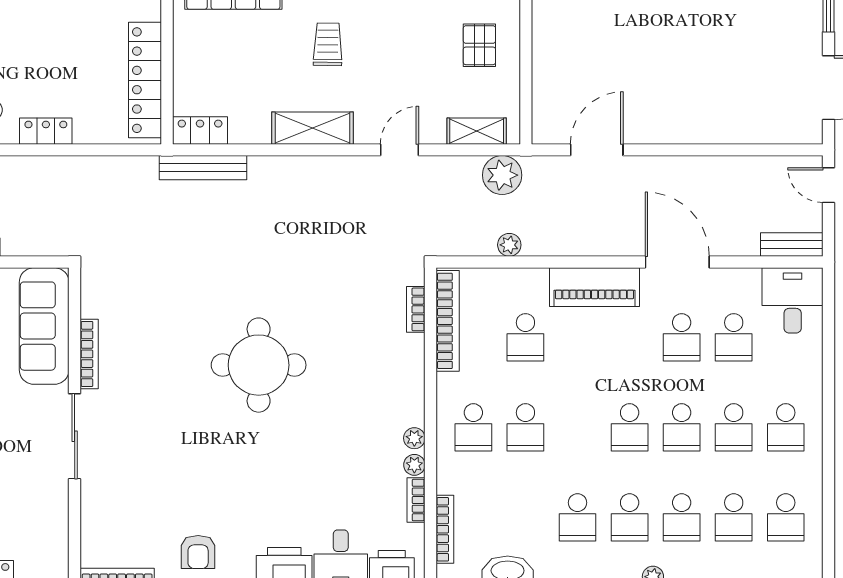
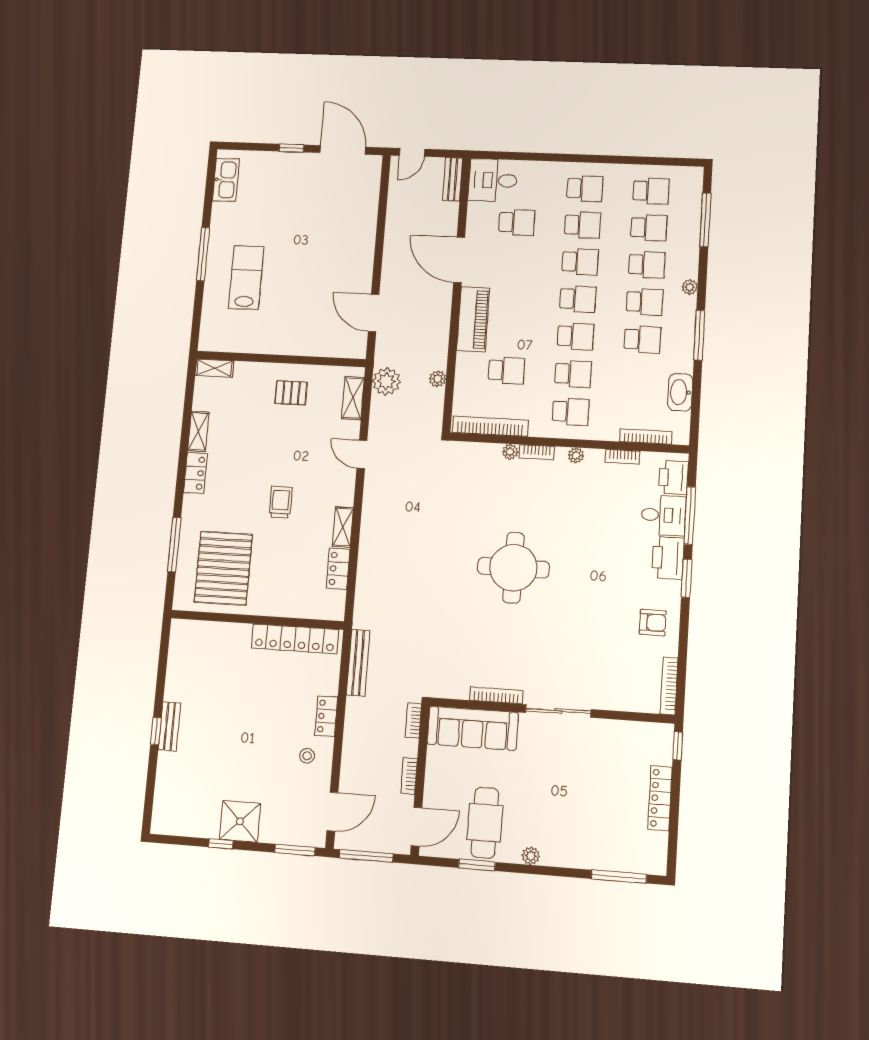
trolley: (328, 44) -> (281, 502), turned 89
shelving: (313, 128) -> (343, 527), width x0.67, depth x0.75
locker: (200, 130) -> (338, 569), moved
bench: (203, 168) -> (358, 663), moved
bookcase: (49, 247) -> (413, 721), added
door: (677, 262) -> (459, 260), hinge flipped
bookcase: (416, 309) -> (537, 452), moved
school desk: (682, 337) -> (575, 336), moved
plant: (414, 465) -> (510, 452), moved

